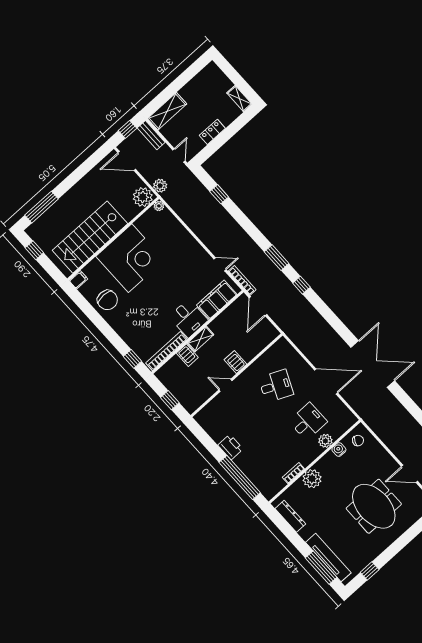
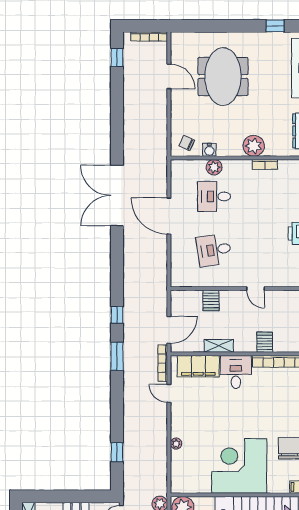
plant: (159, 206) -> (176, 444), moved
shelving: (201, 339) -> (219, 346), moved
server rack: (235, 362) -> (211, 300), moved
desk: (276, 386) -> (214, 250), turned -33

